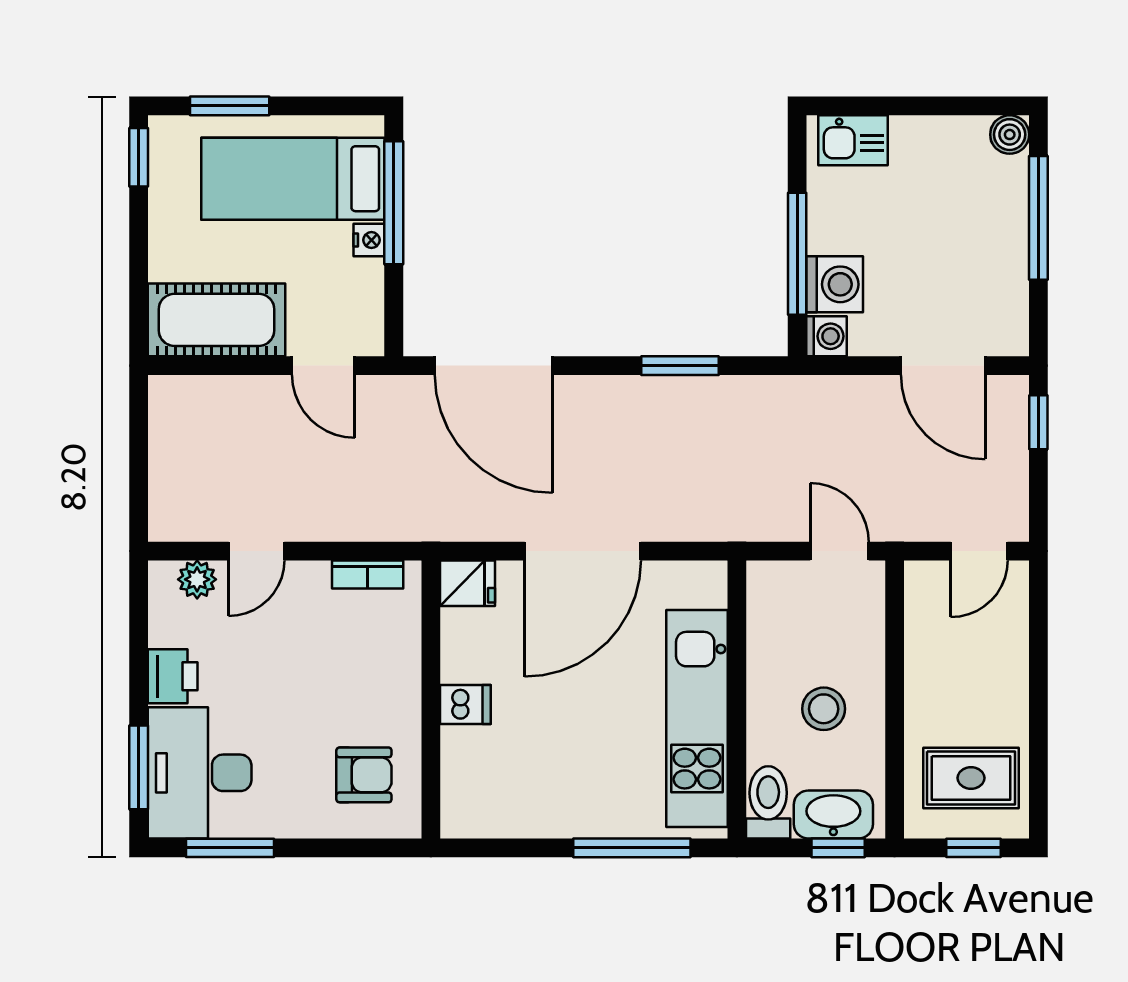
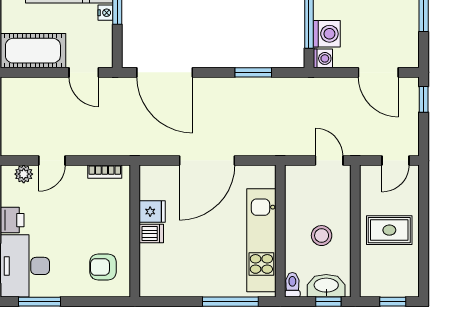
fridge: (467, 583) -> (152, 212), moved
armchair: (364, 775) -> (103, 267), turned 180
rug: (971, 778) -> (389, 230), moved
toilet: (768, 802) -> (292, 285), width x0.73, depth x0.72

